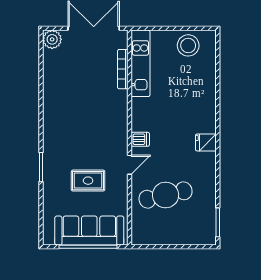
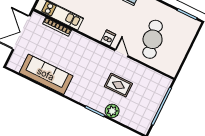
plant: (52, 39) -> (112, 111), moved
rug: (88, 181) -> (118, 85), turned 90
sofa: (89, 231) -> (46, 74), moved, turned 90

